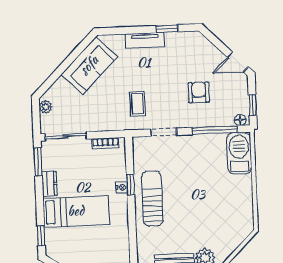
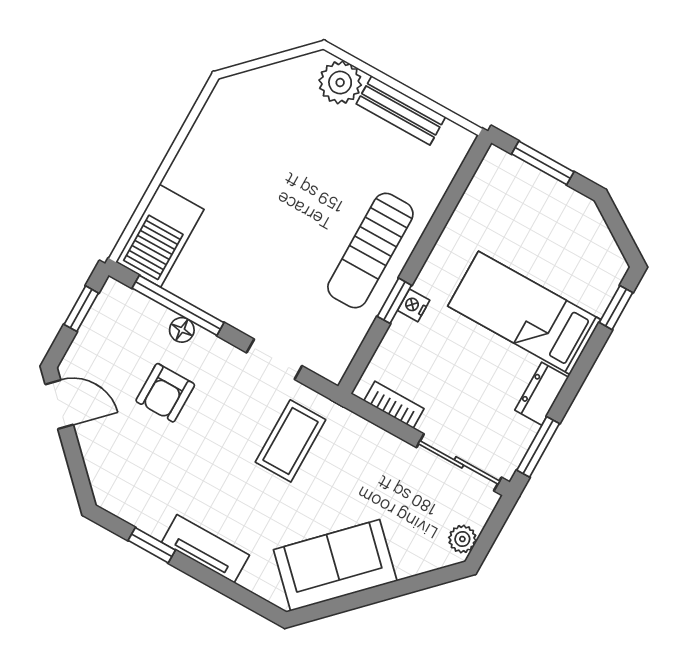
coffee table: (137, 104) -> (291, 441), width x1.36, depth x1.30
floor lamp: (240, 120) -> (182, 330), moved

